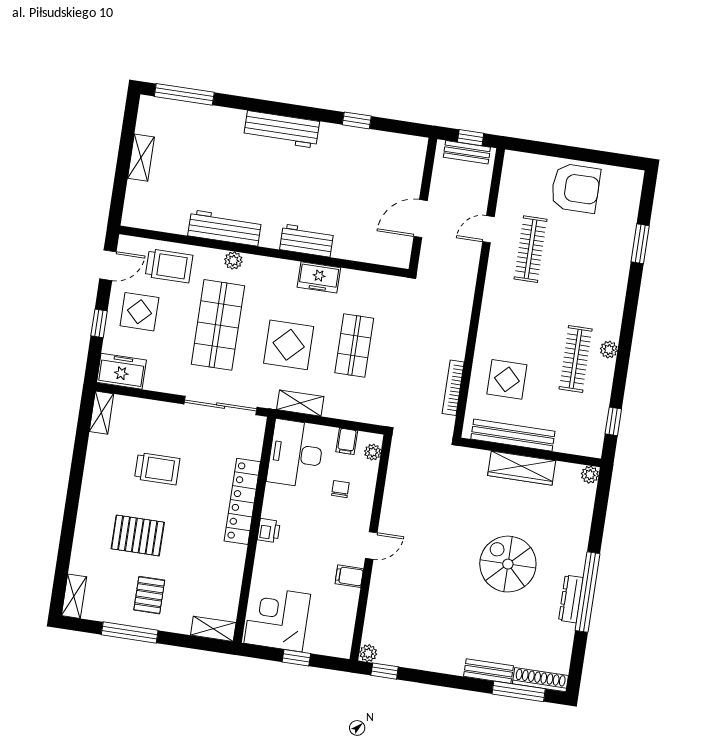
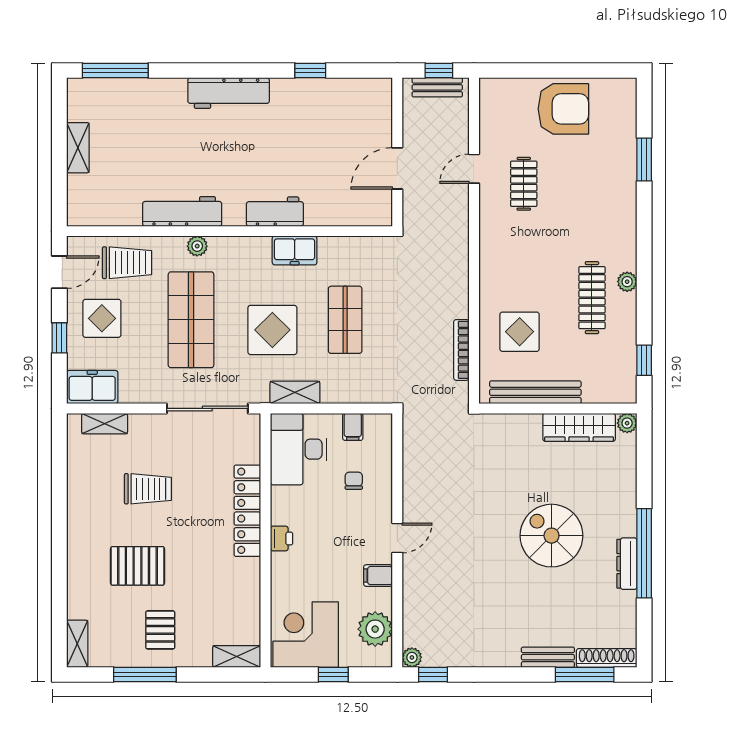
clothes rail: (530, 249) -> (524, 184), width x0.73
shelving: (101, 413) -> (105, 424), moved, turned 90
plant: (373, 452) -> (375, 629), moved, width x1.88, depth x1.88
wardrobe: (522, 468) -> (579, 427), moved

